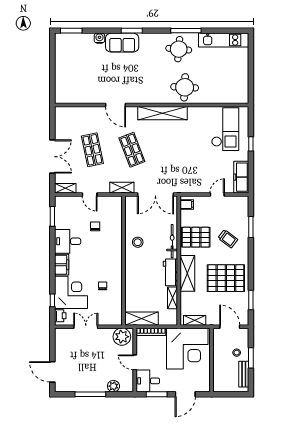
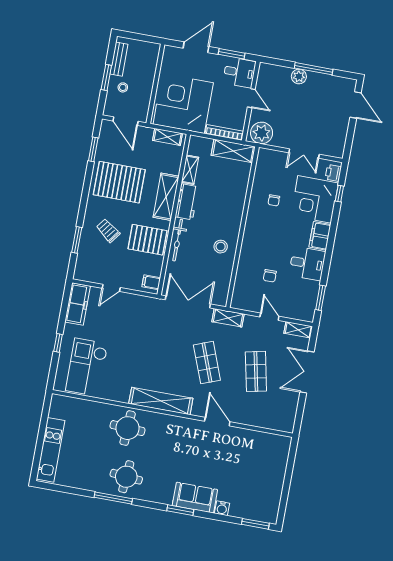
kitchen unit: (224, 40) -> (51, 450), moved, turned 90
plant: (113, 386) -> (299, 76), moved

